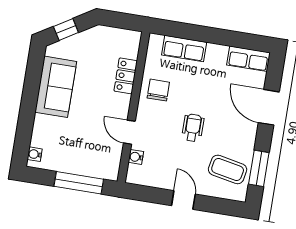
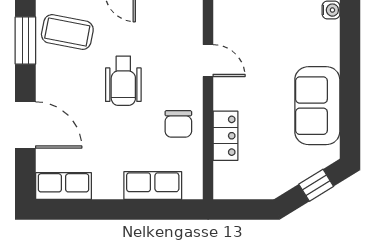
wheelchair: (193, 128) -> (123, 81), width x1.36, depth x1.37
water cooler: (136, 157) -> (194, 29), removed

